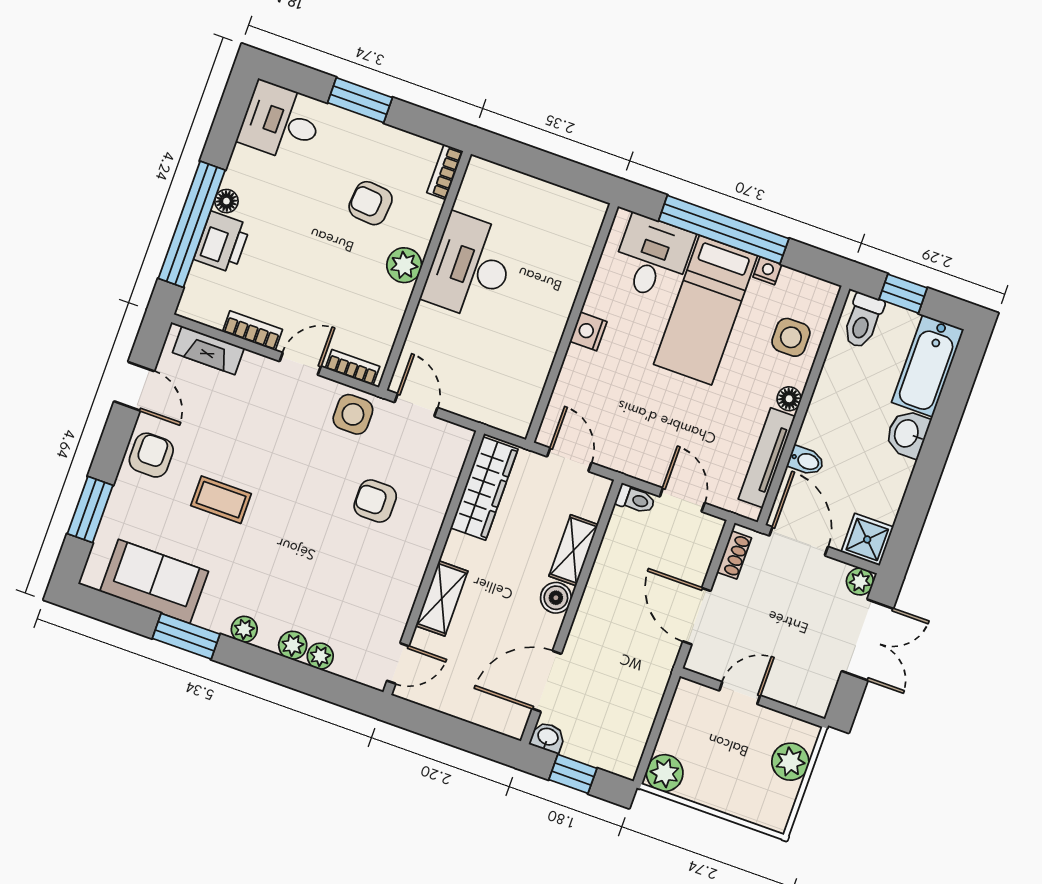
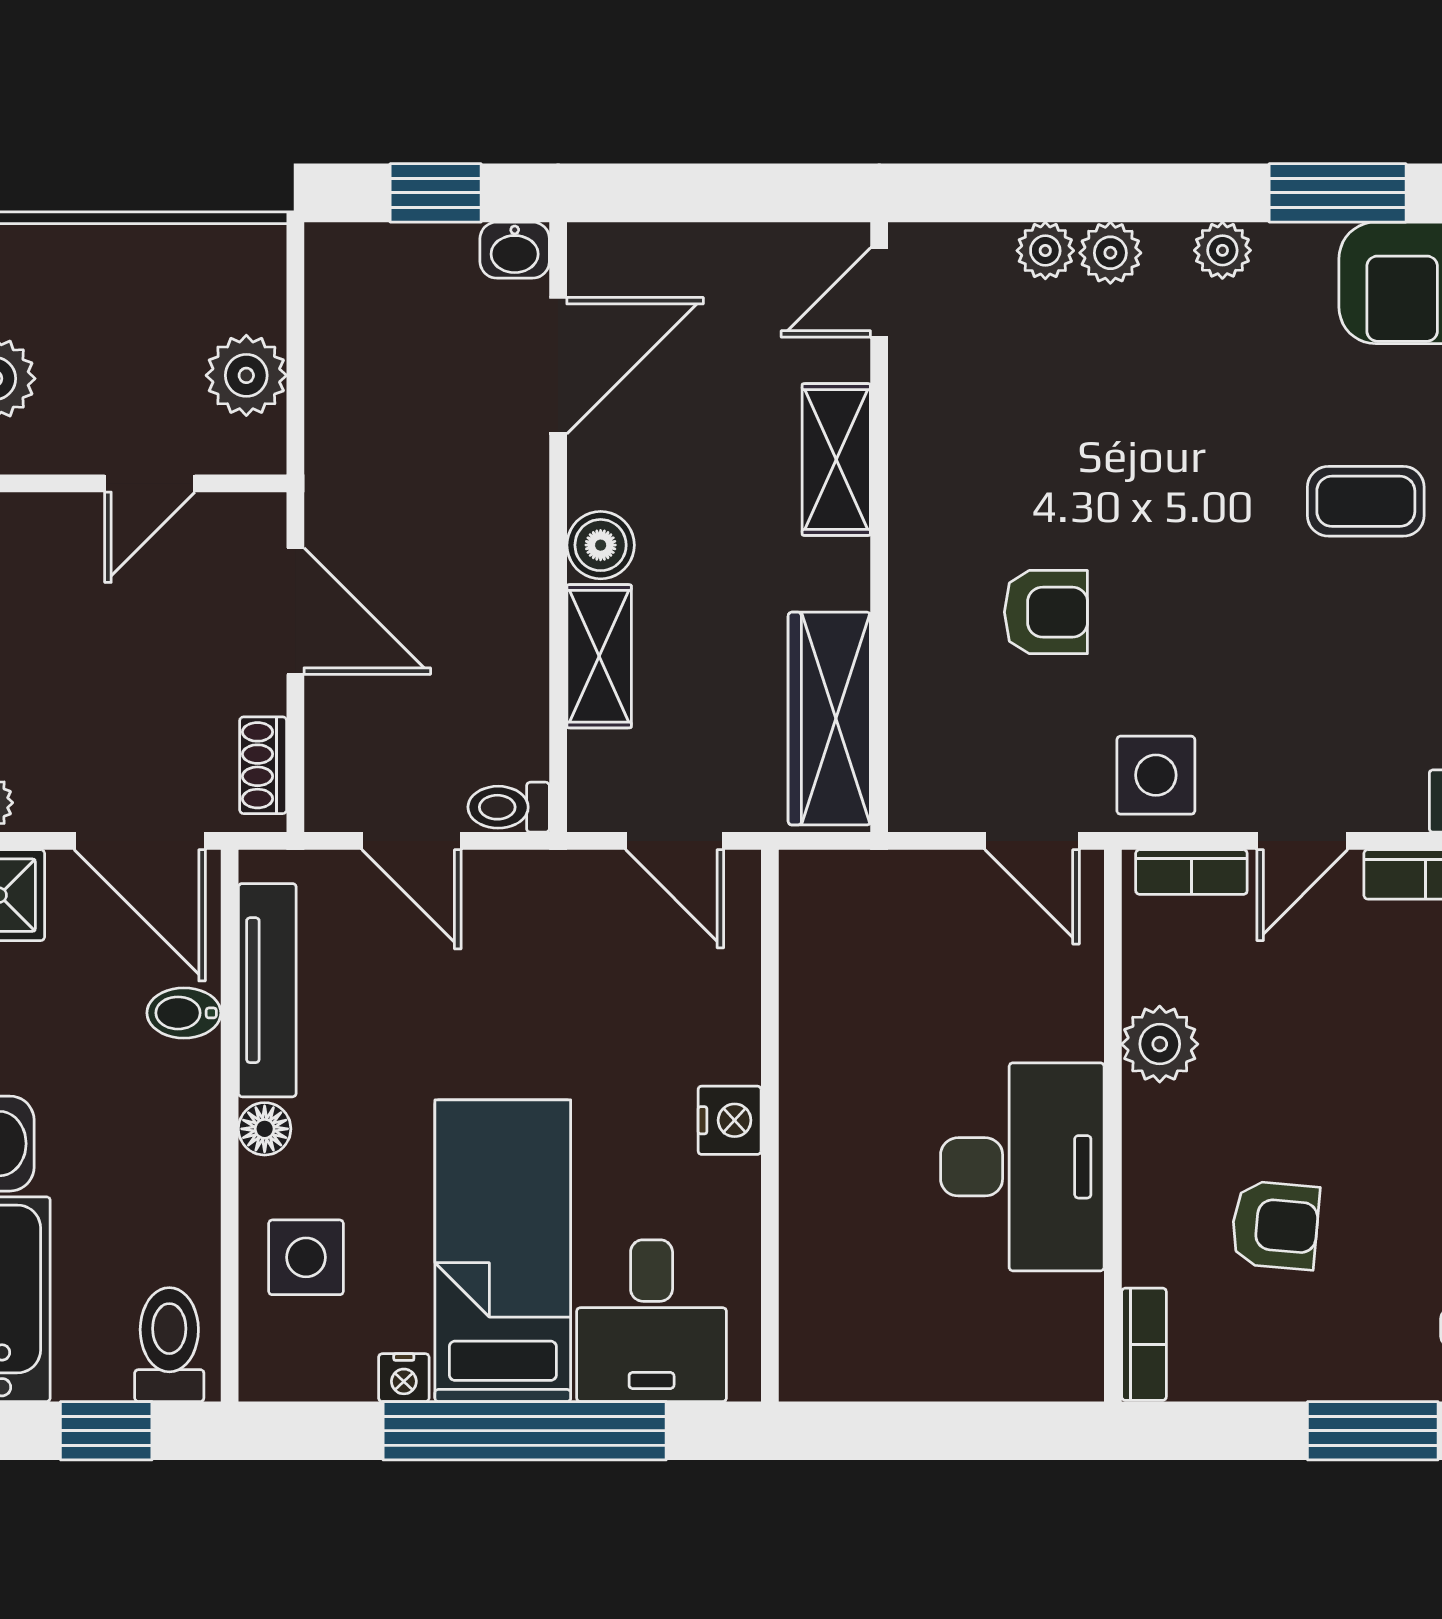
plant: (404, 265) -> (1160, 1044), moved
plant: (665, 773) -> (246, 375), moved

